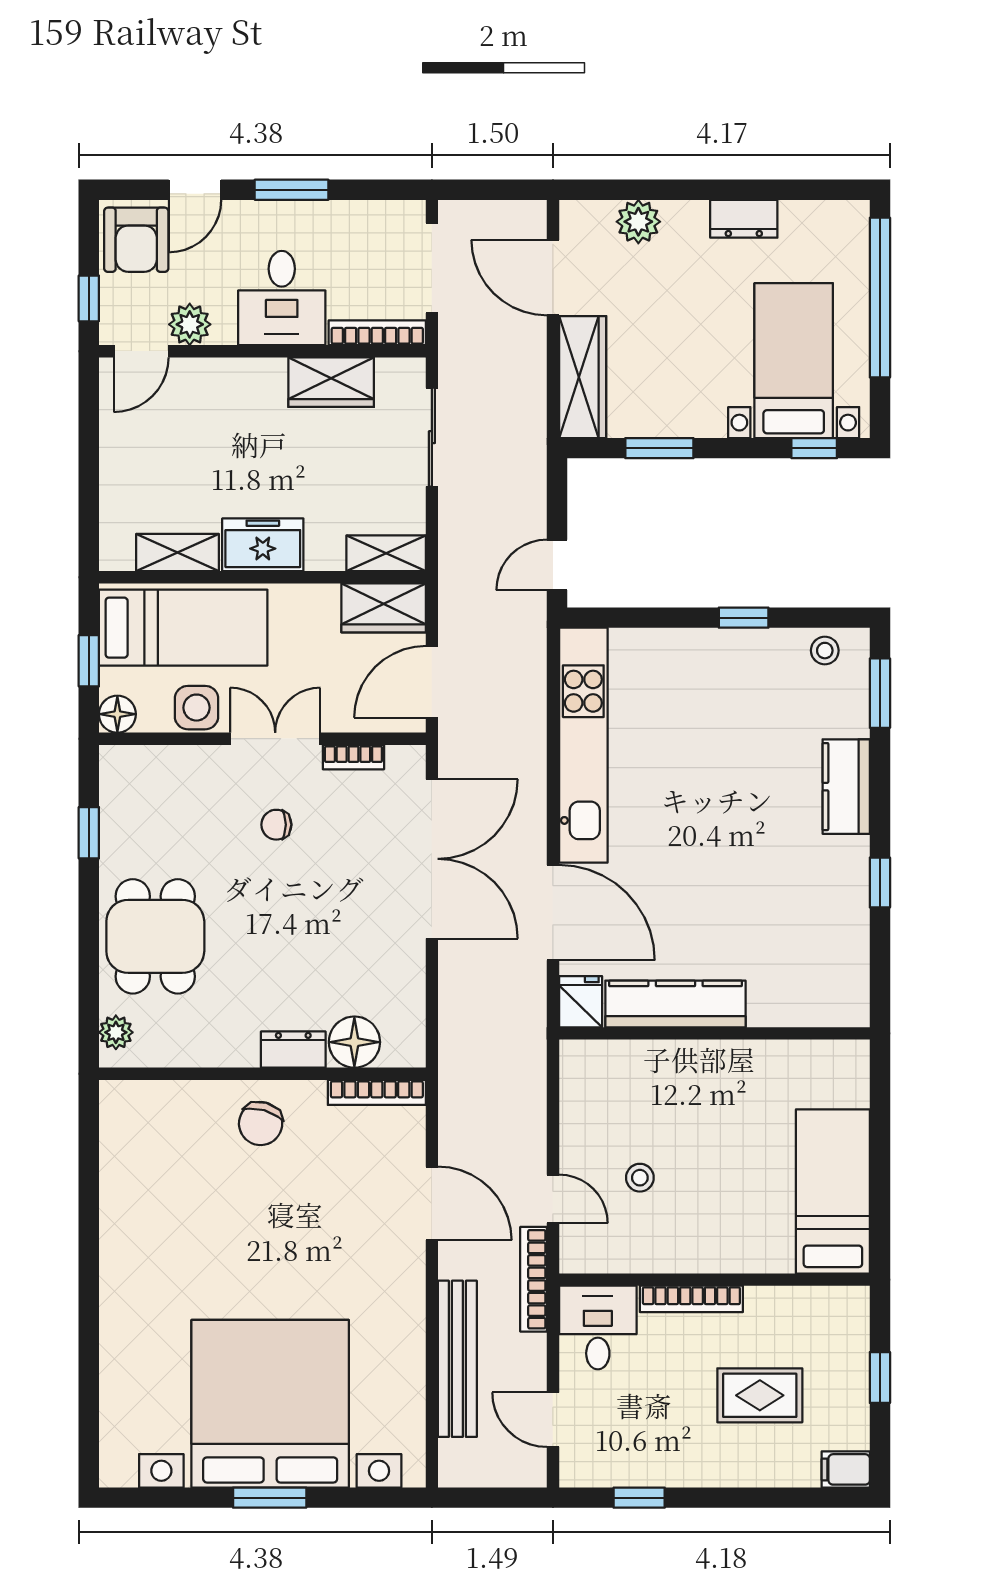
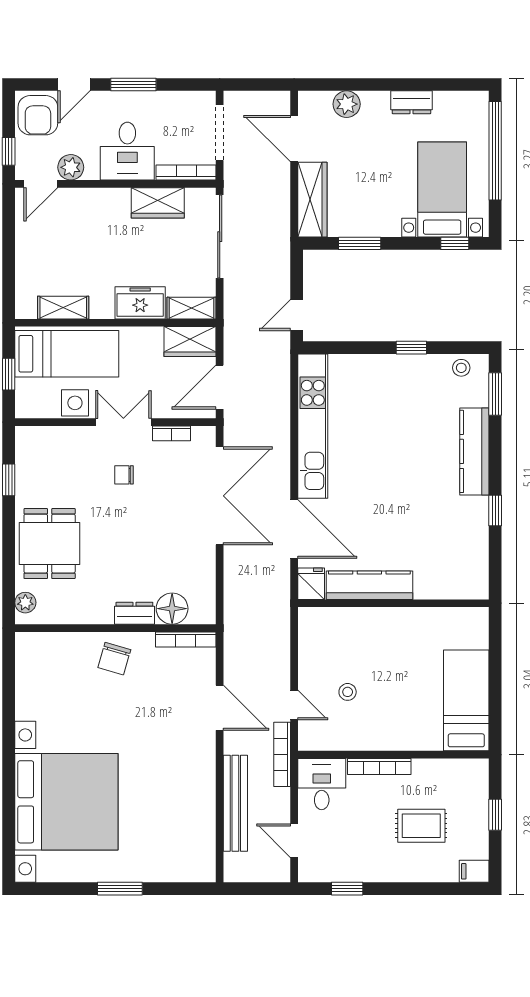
sliding door: (432, 437) -> (220, 237), width x1.37
freezer: (263, 545) -> (140, 303), moved
floor lamp: (117, 714) -> (26, 407), removed
kitchen counter: (846, 787) -> (474, 451), width x1.50
bed with nightstands: (270, 1404) -> (66, 802), moved, turned 90

